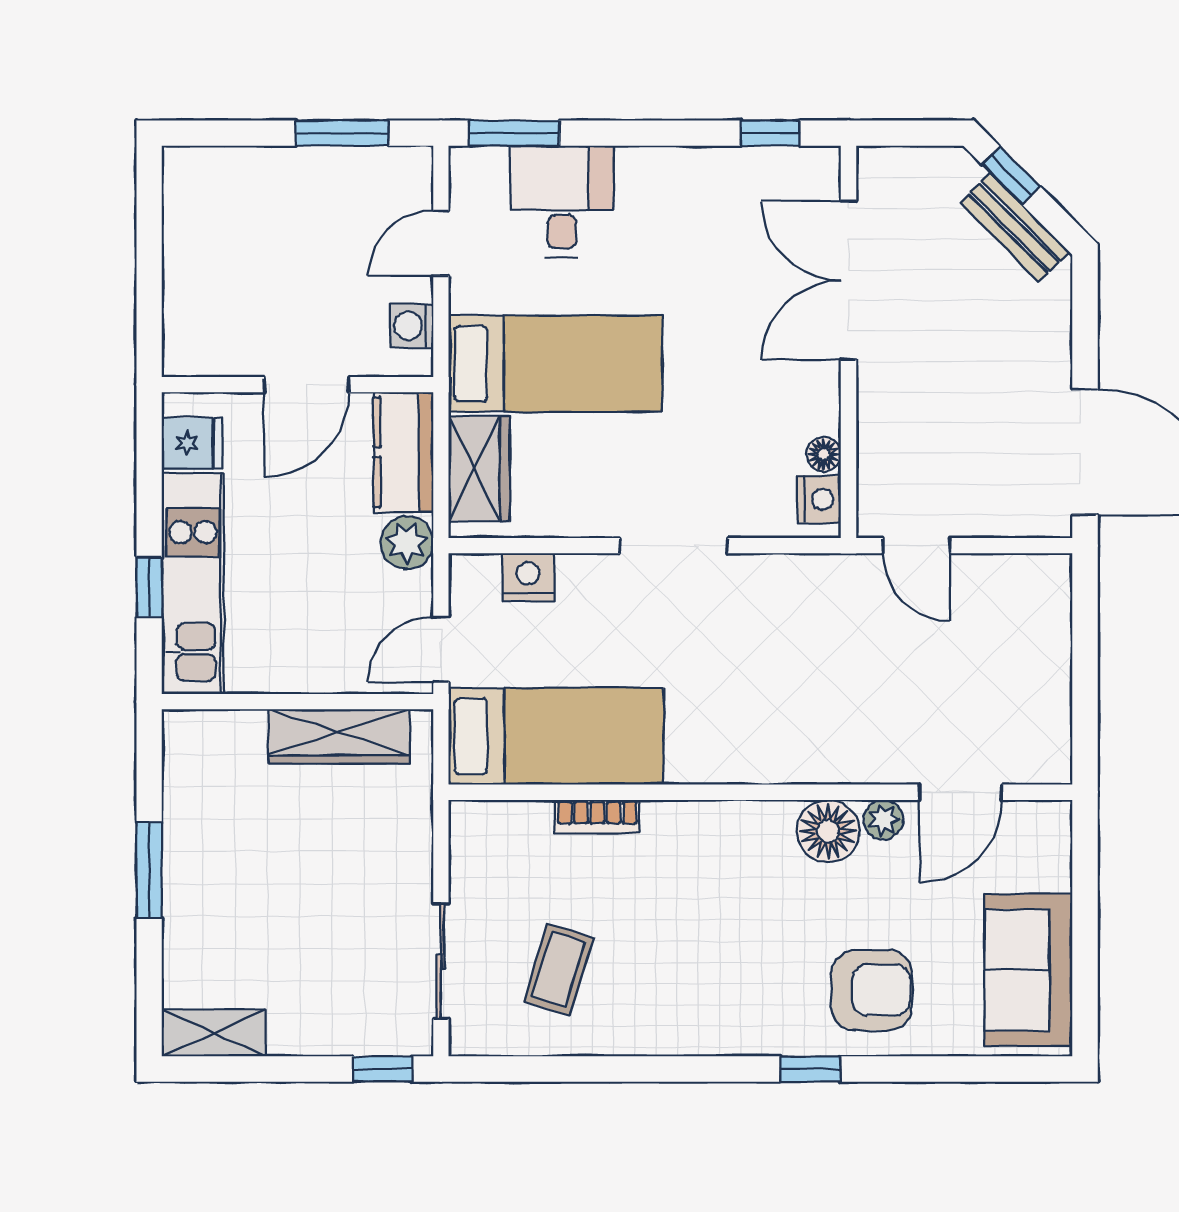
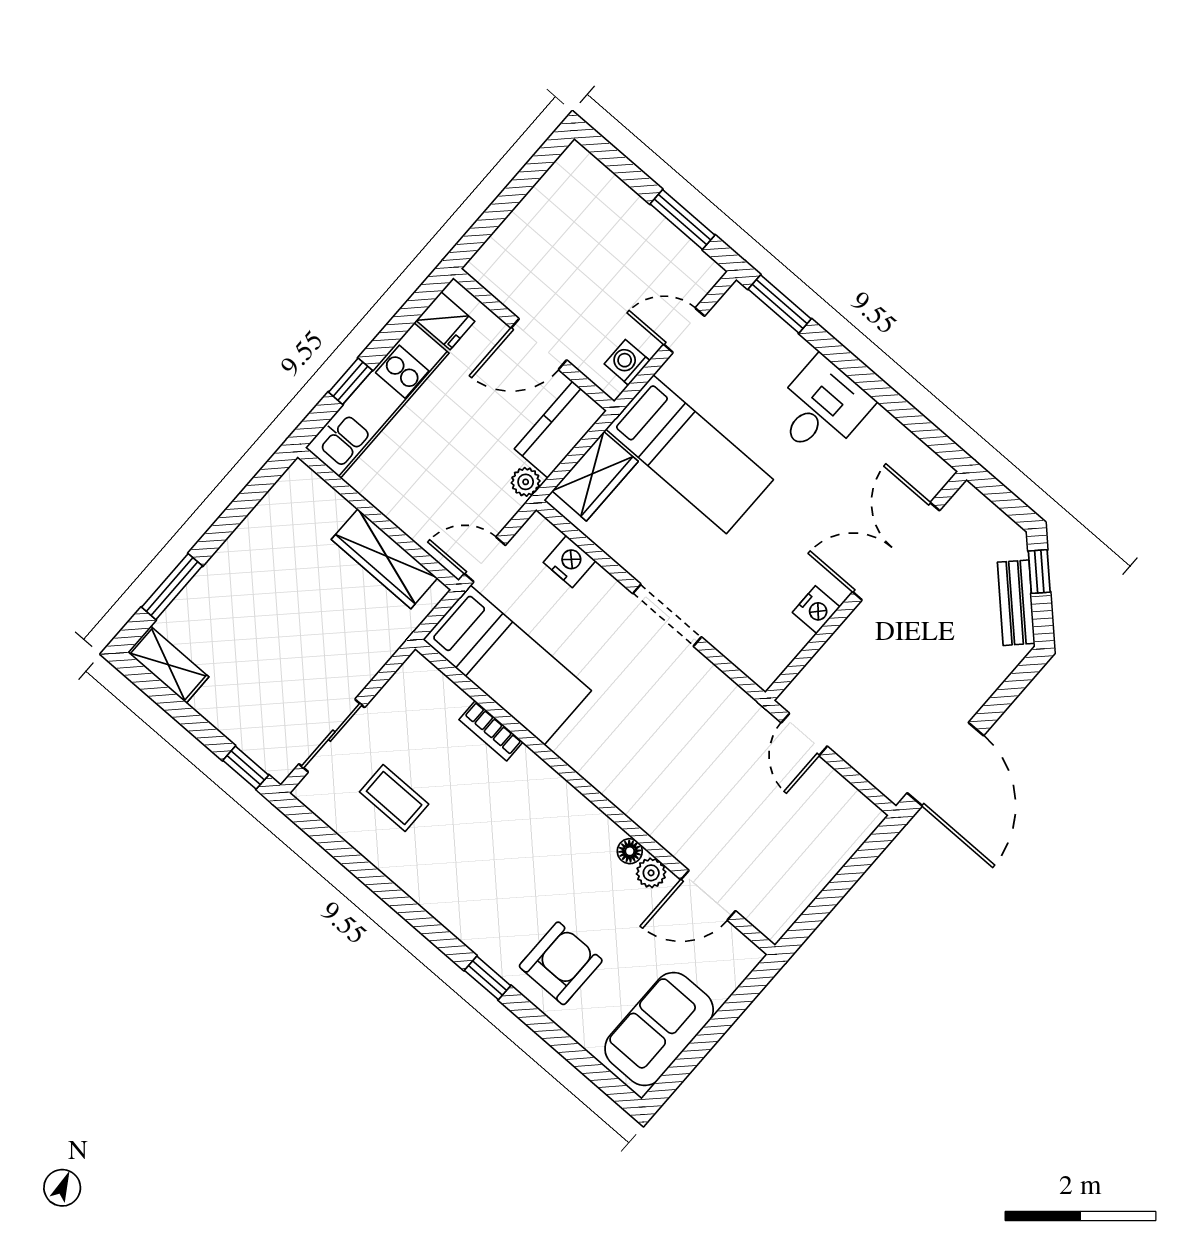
window: (770, 133) -> (924, 430), removed
desk: (562, 201) -> (821, 408), moved
floor lamp: (824, 454) -> (797, 637), removed
nightstand: (819, 499) -> (816, 610), moved
plant: (407, 542) -> (526, 482), width x0.73, depth x0.73
floor lamp: (828, 831) -> (630, 851), width x0.53, depth x0.53
window: (149, 870) -> (172, 587), moved
coffee table: (559, 969) -> (394, 798), turned 73
armchair: (872, 990) -> (561, 963), turned -90

